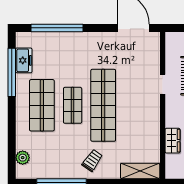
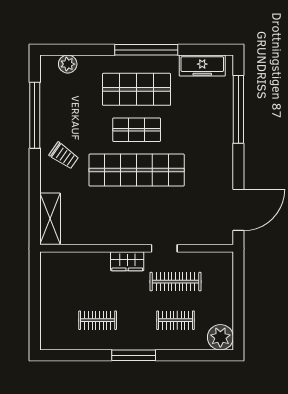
freezer: (24, 60) -> (202, 66), width x1.40
window: (12, 72) -> (146, 50), moved
wardrobe: (172, 141) -> (127, 261), moved

